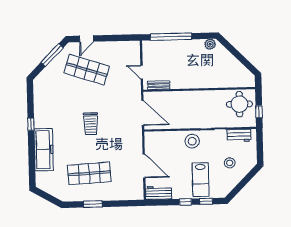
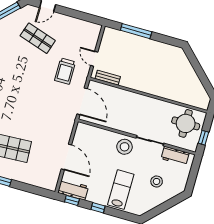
window: (171, 37) -> (136, 31), width x0.68
plant: (210, 44) -> (174, 52), removed
shop shelf: (87, 70) -> (38, 38), width x0.70, depth x0.74
trolley: (91, 124) -> (65, 71), moved
lab bench: (201, 180) -> (121, 190), turned 180
window: (206, 201) -> (72, 200), moved

